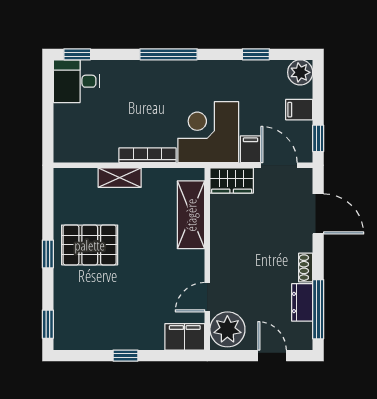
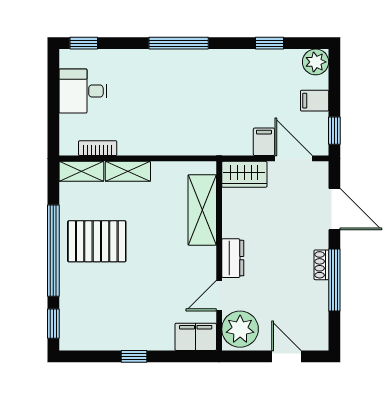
desk: (76, 81) -> (83, 91), moved
corner desk: (208, 132) -> (220, 124), removed
bookcase: (147, 155) -> (98, 148), moved, width x0.64
shelving: (75, 178) -> (81, 171), added
window: (48, 254) -> (53, 251), width x3.17
dresser: (302, 302) -> (233, 258), moved, turned 180
window: (318, 309) -> (334, 280), moved

